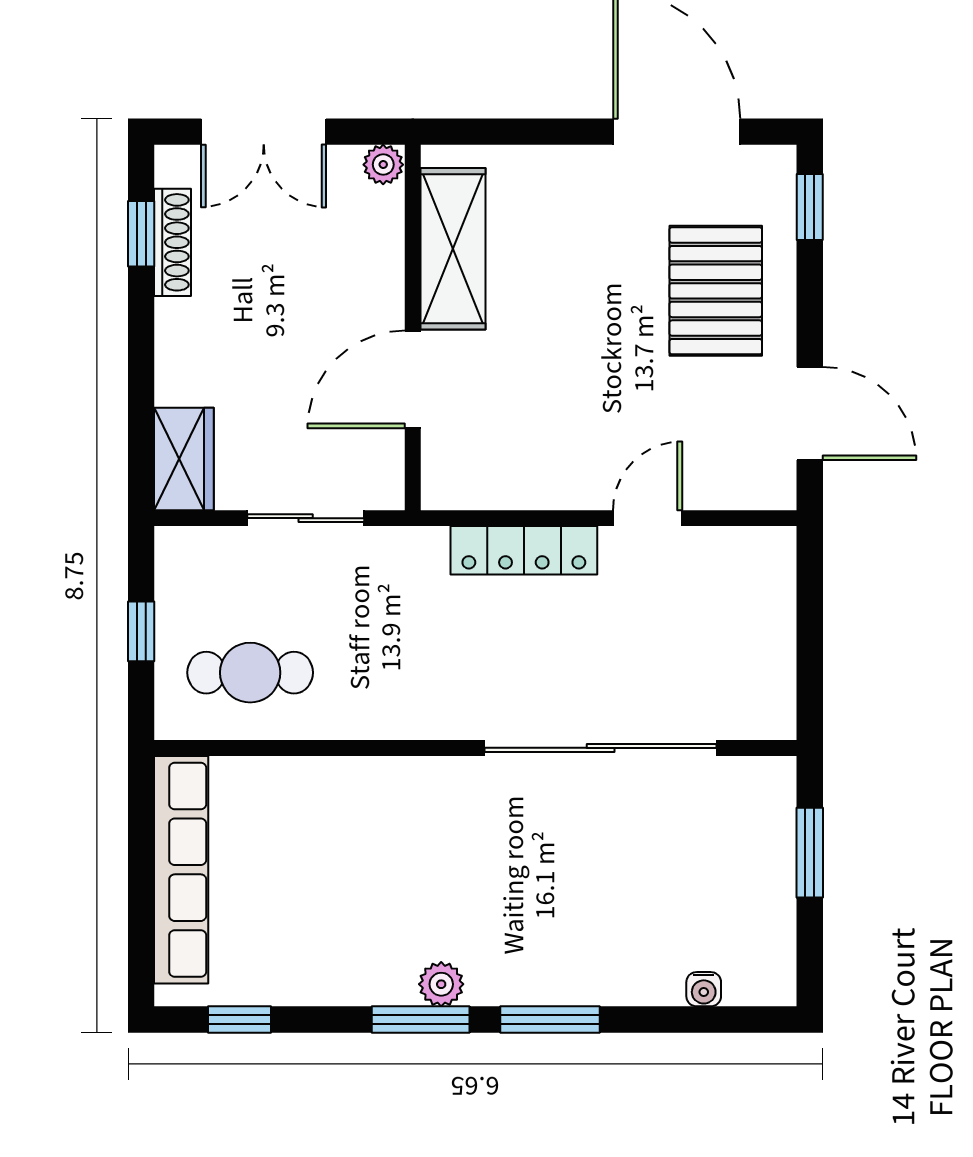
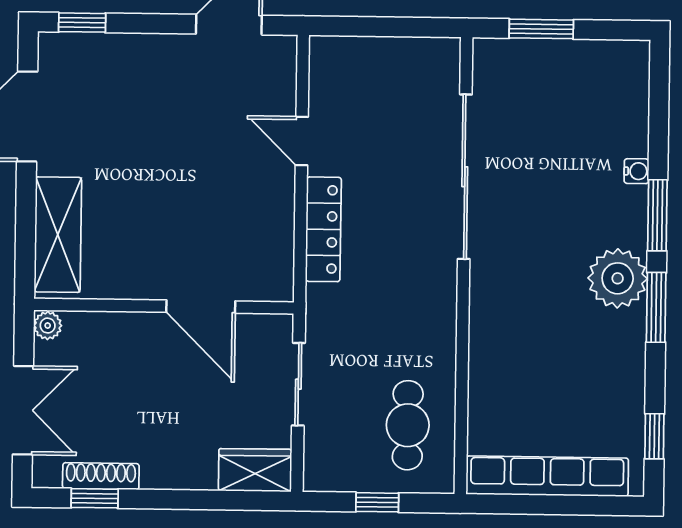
shelving: (453, 249) -> (58, 235), moved, turned 90
pallet: (716, 291) -> (141, 90), removed
plant: (441, 984) -> (618, 278), width x1.88, depth x1.88
water cooler: (704, 989) -> (636, 171), moved

